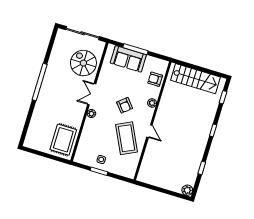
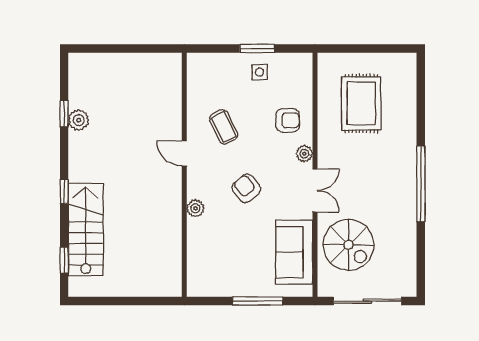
sofa: (128, 59) -> (294, 252), moved, turned -90
armchair: (155, 79) -> (288, 120), moved
stairs: (195, 79) -> (86, 230), moved, turned 90
coffee table: (127, 138) -> (224, 127), width x0.54, depth x0.58
rug: (63, 140) -> (361, 103), moved
plant: (187, 190) -> (79, 120), moved

